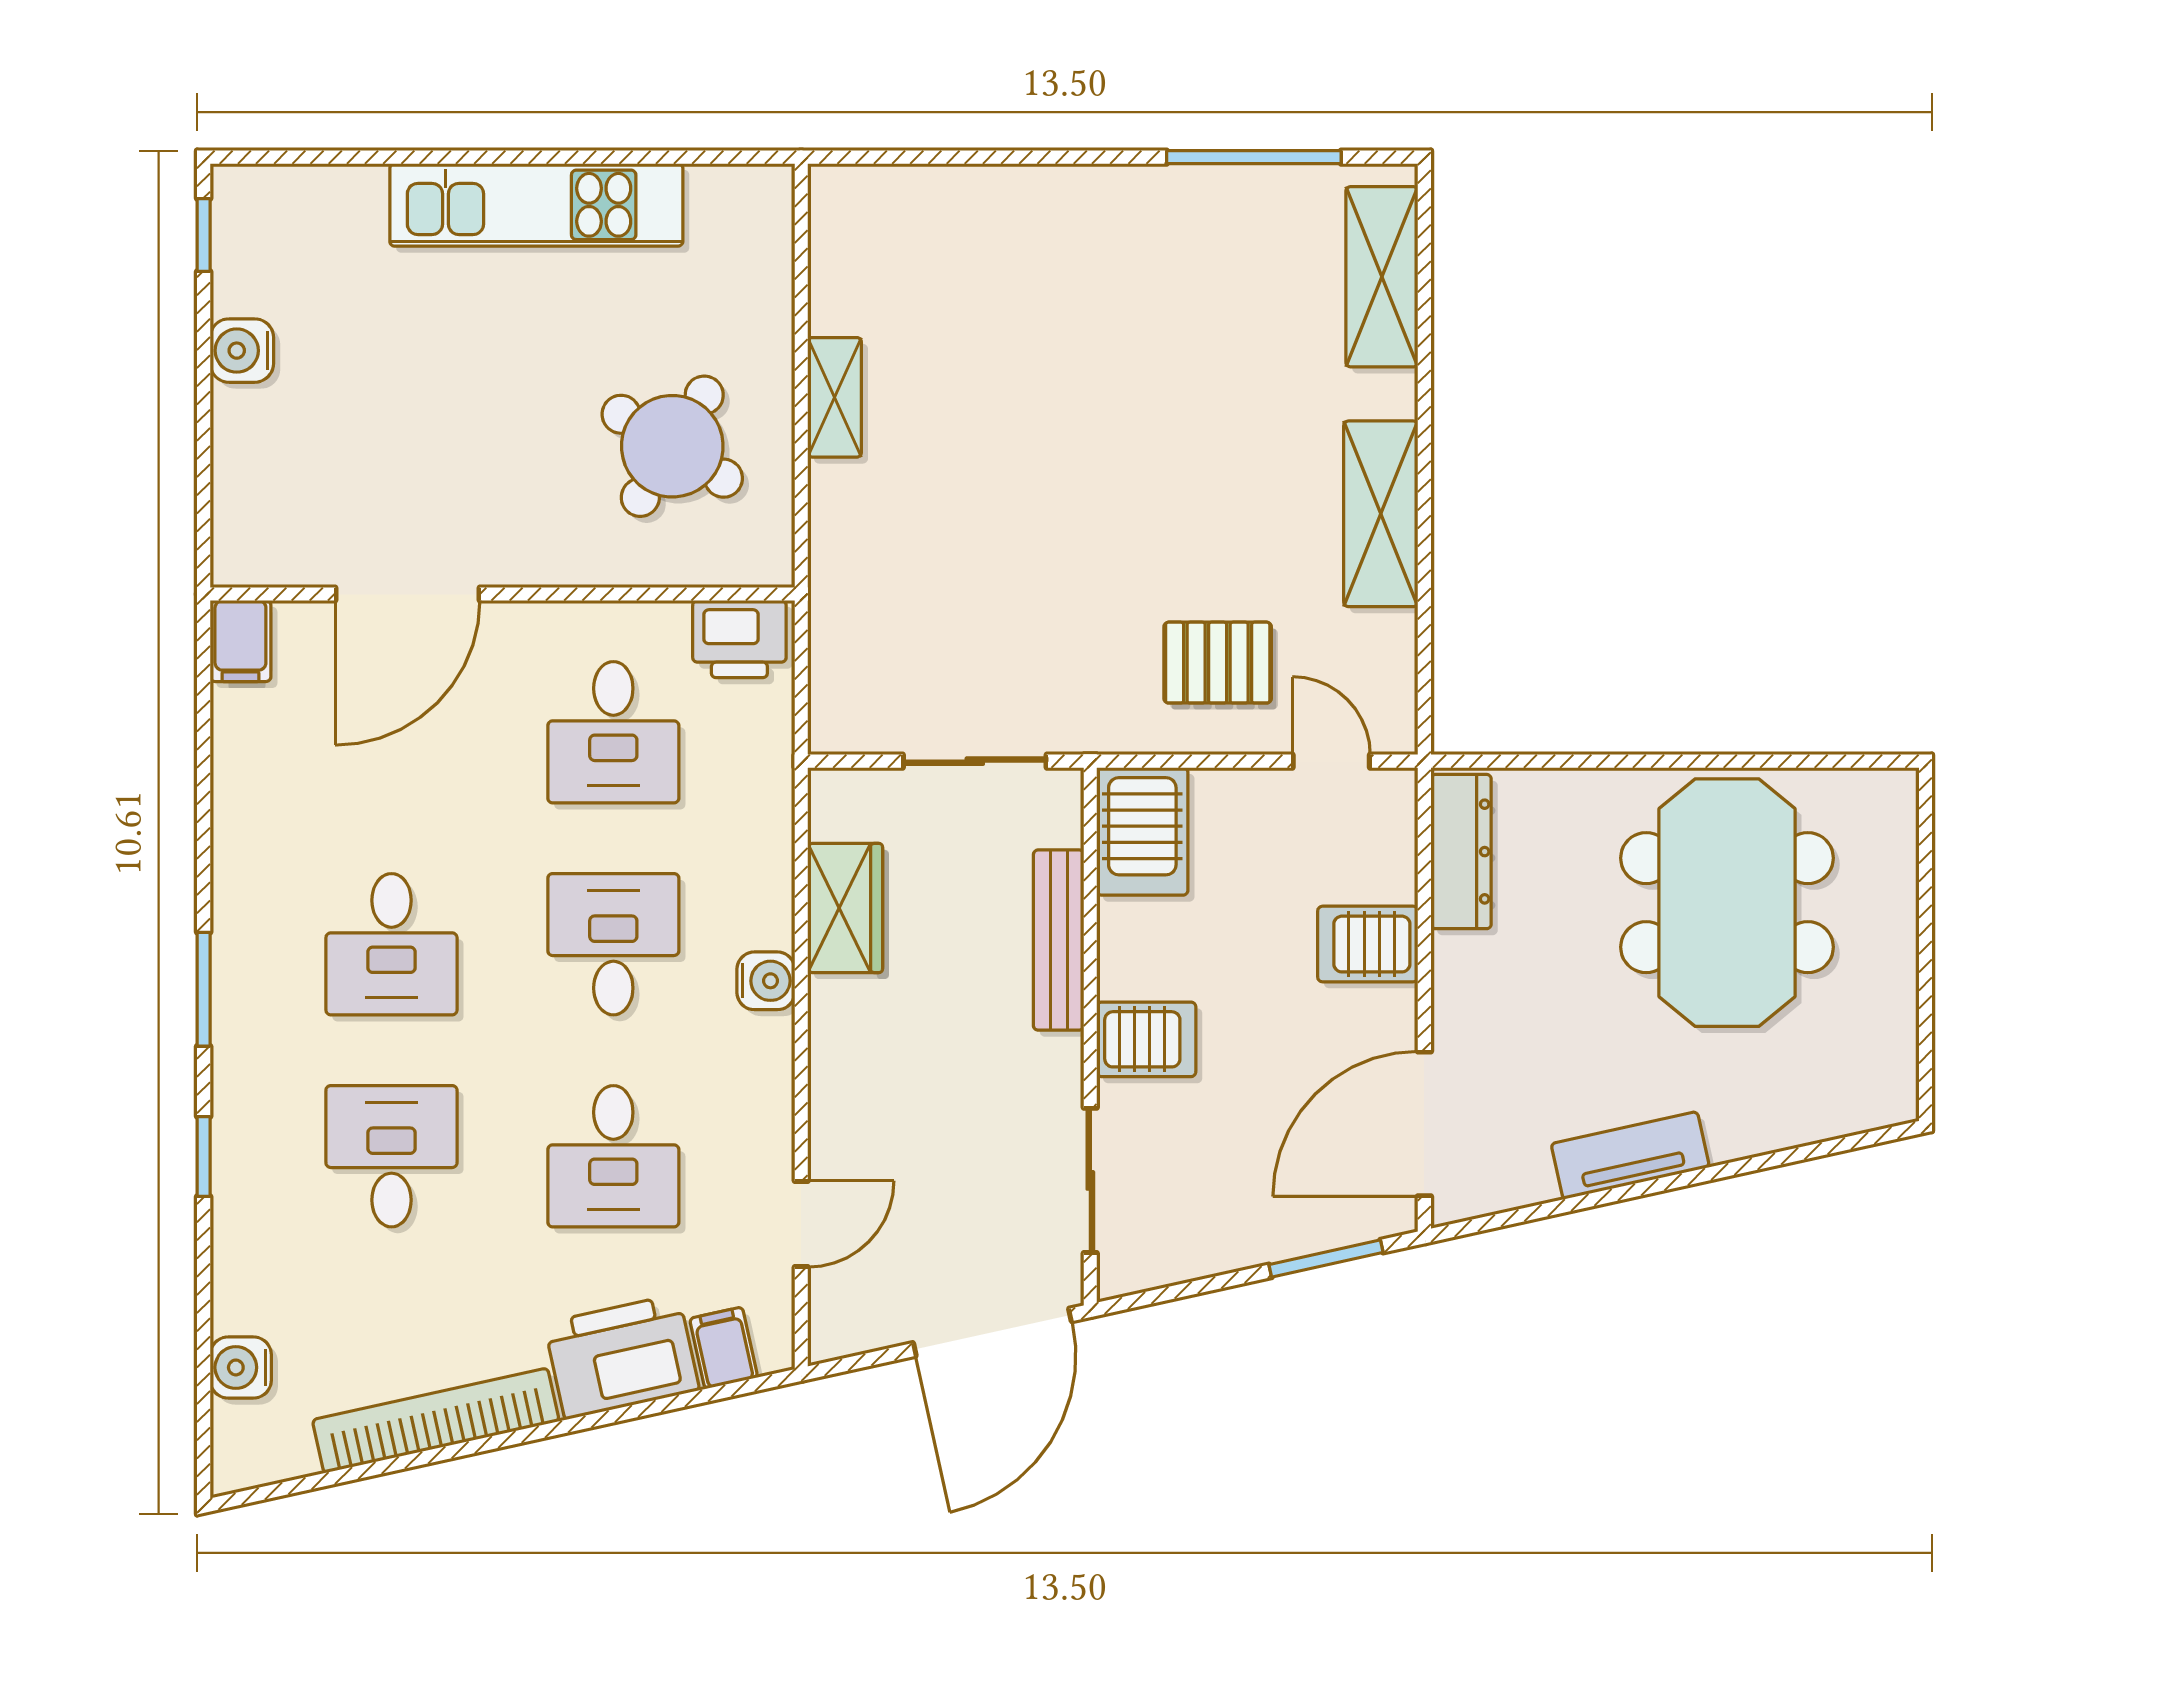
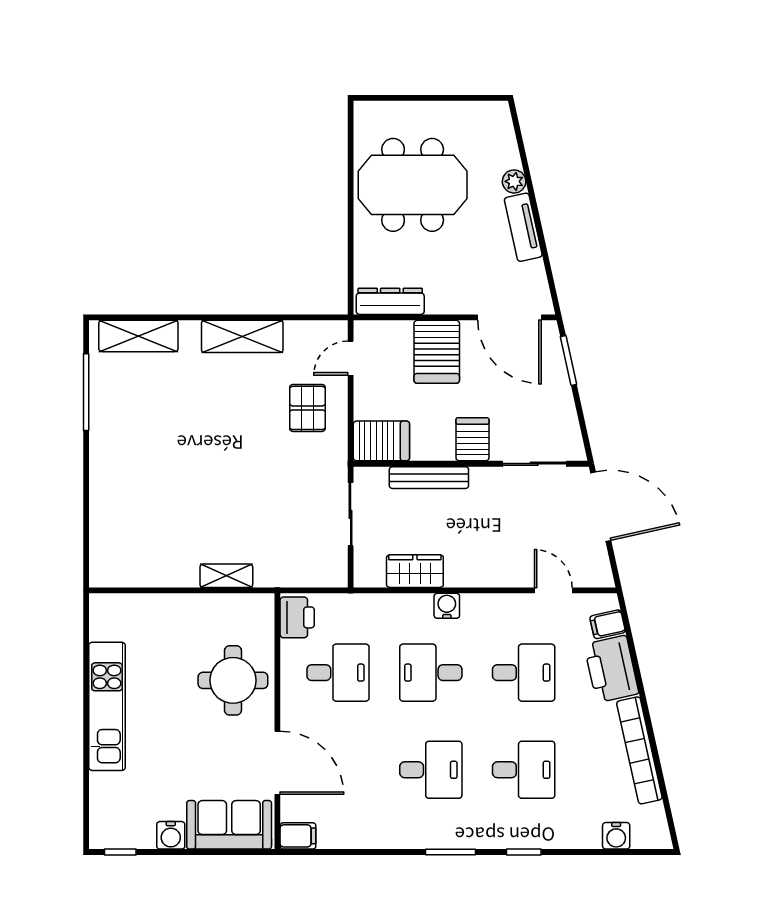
shelving: (835, 397) -> (226, 576), moved
round table: (672, 446) -> (233, 680), moved, turned -32
sofa: (266, 484) -> (229, 825), added
server rack: (1368, 944) -> (437, 352), width x1.36, depth x1.44
plant: (1735, 1134) -> (514, 181), added
desk: (391, 1156) -> (524, 770), turned 180

